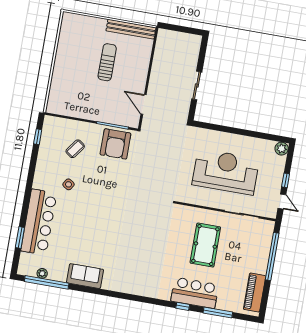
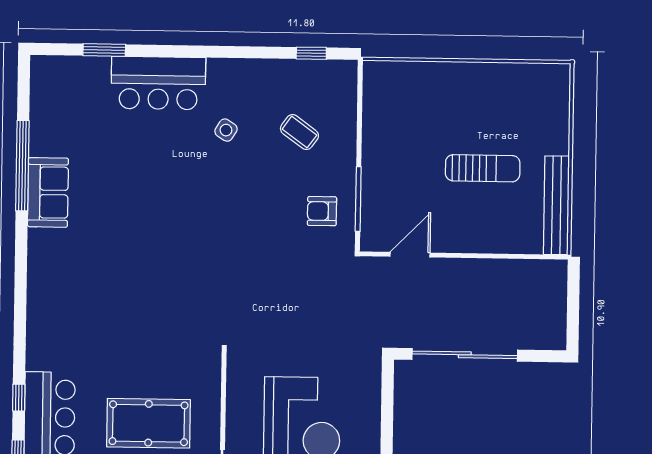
sliding door: (197, 86) -> (465, 355), width x1.86
armchair: (115, 144) -> (322, 211), width x0.53, depth x0.53
bar counter: (39, 222) -> (158, 83), width x0.73
plant: (42, 273) -> (40, 106), removed
window: (47, 282) -> (22, 166), moved

